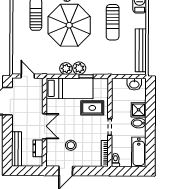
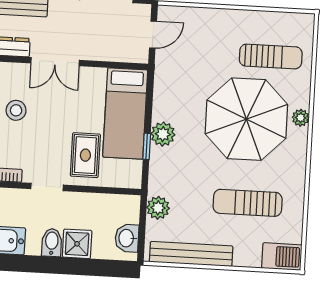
plant: (66, 69) -> (158, 208), moved

